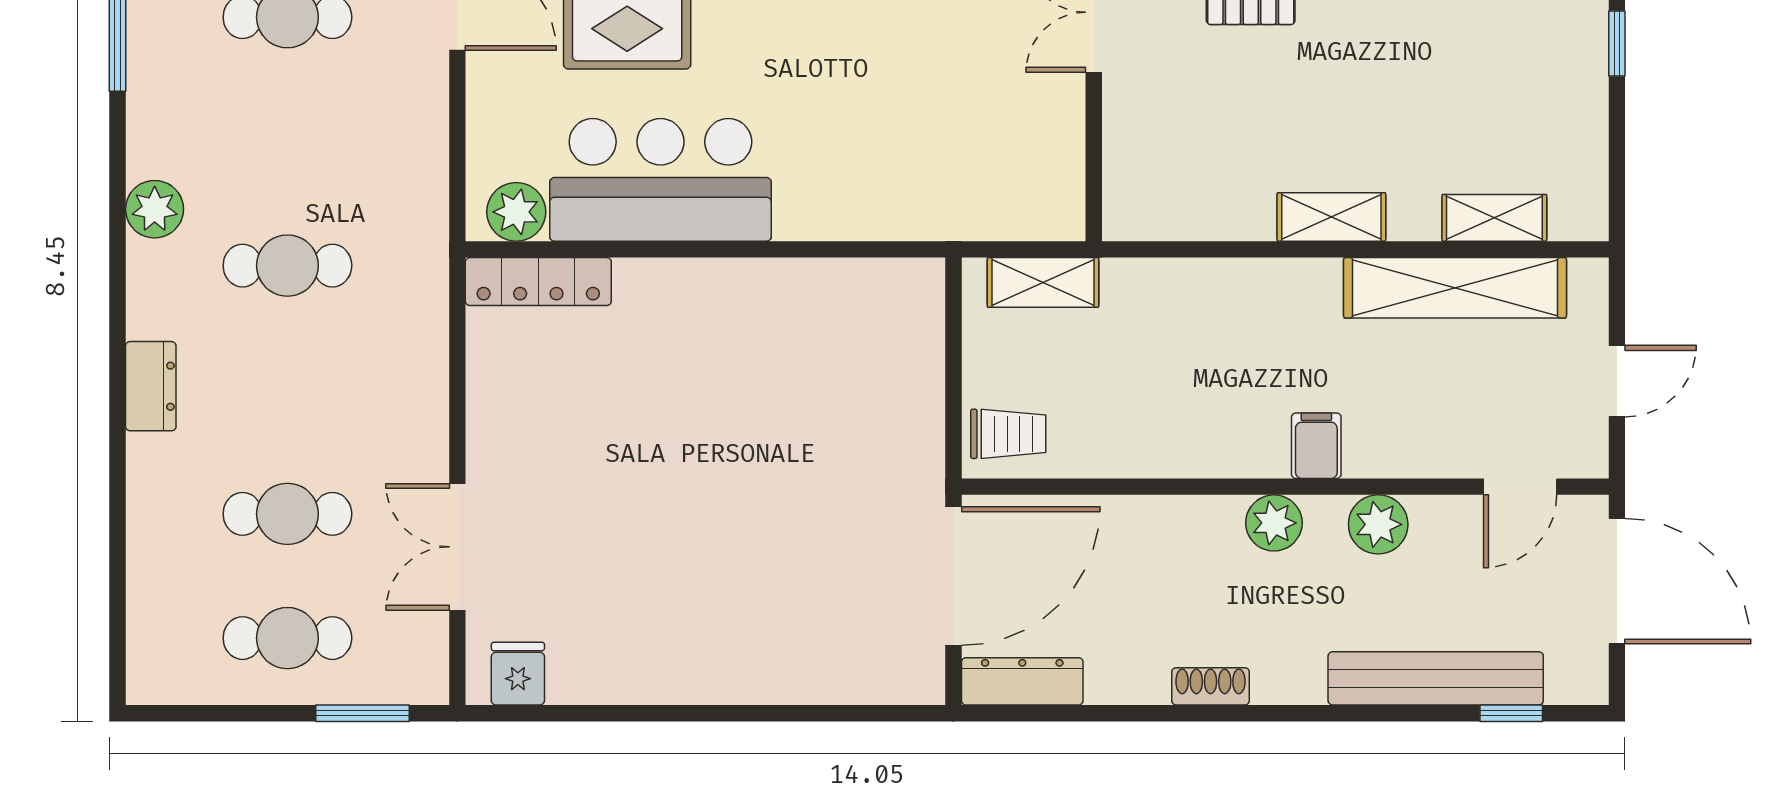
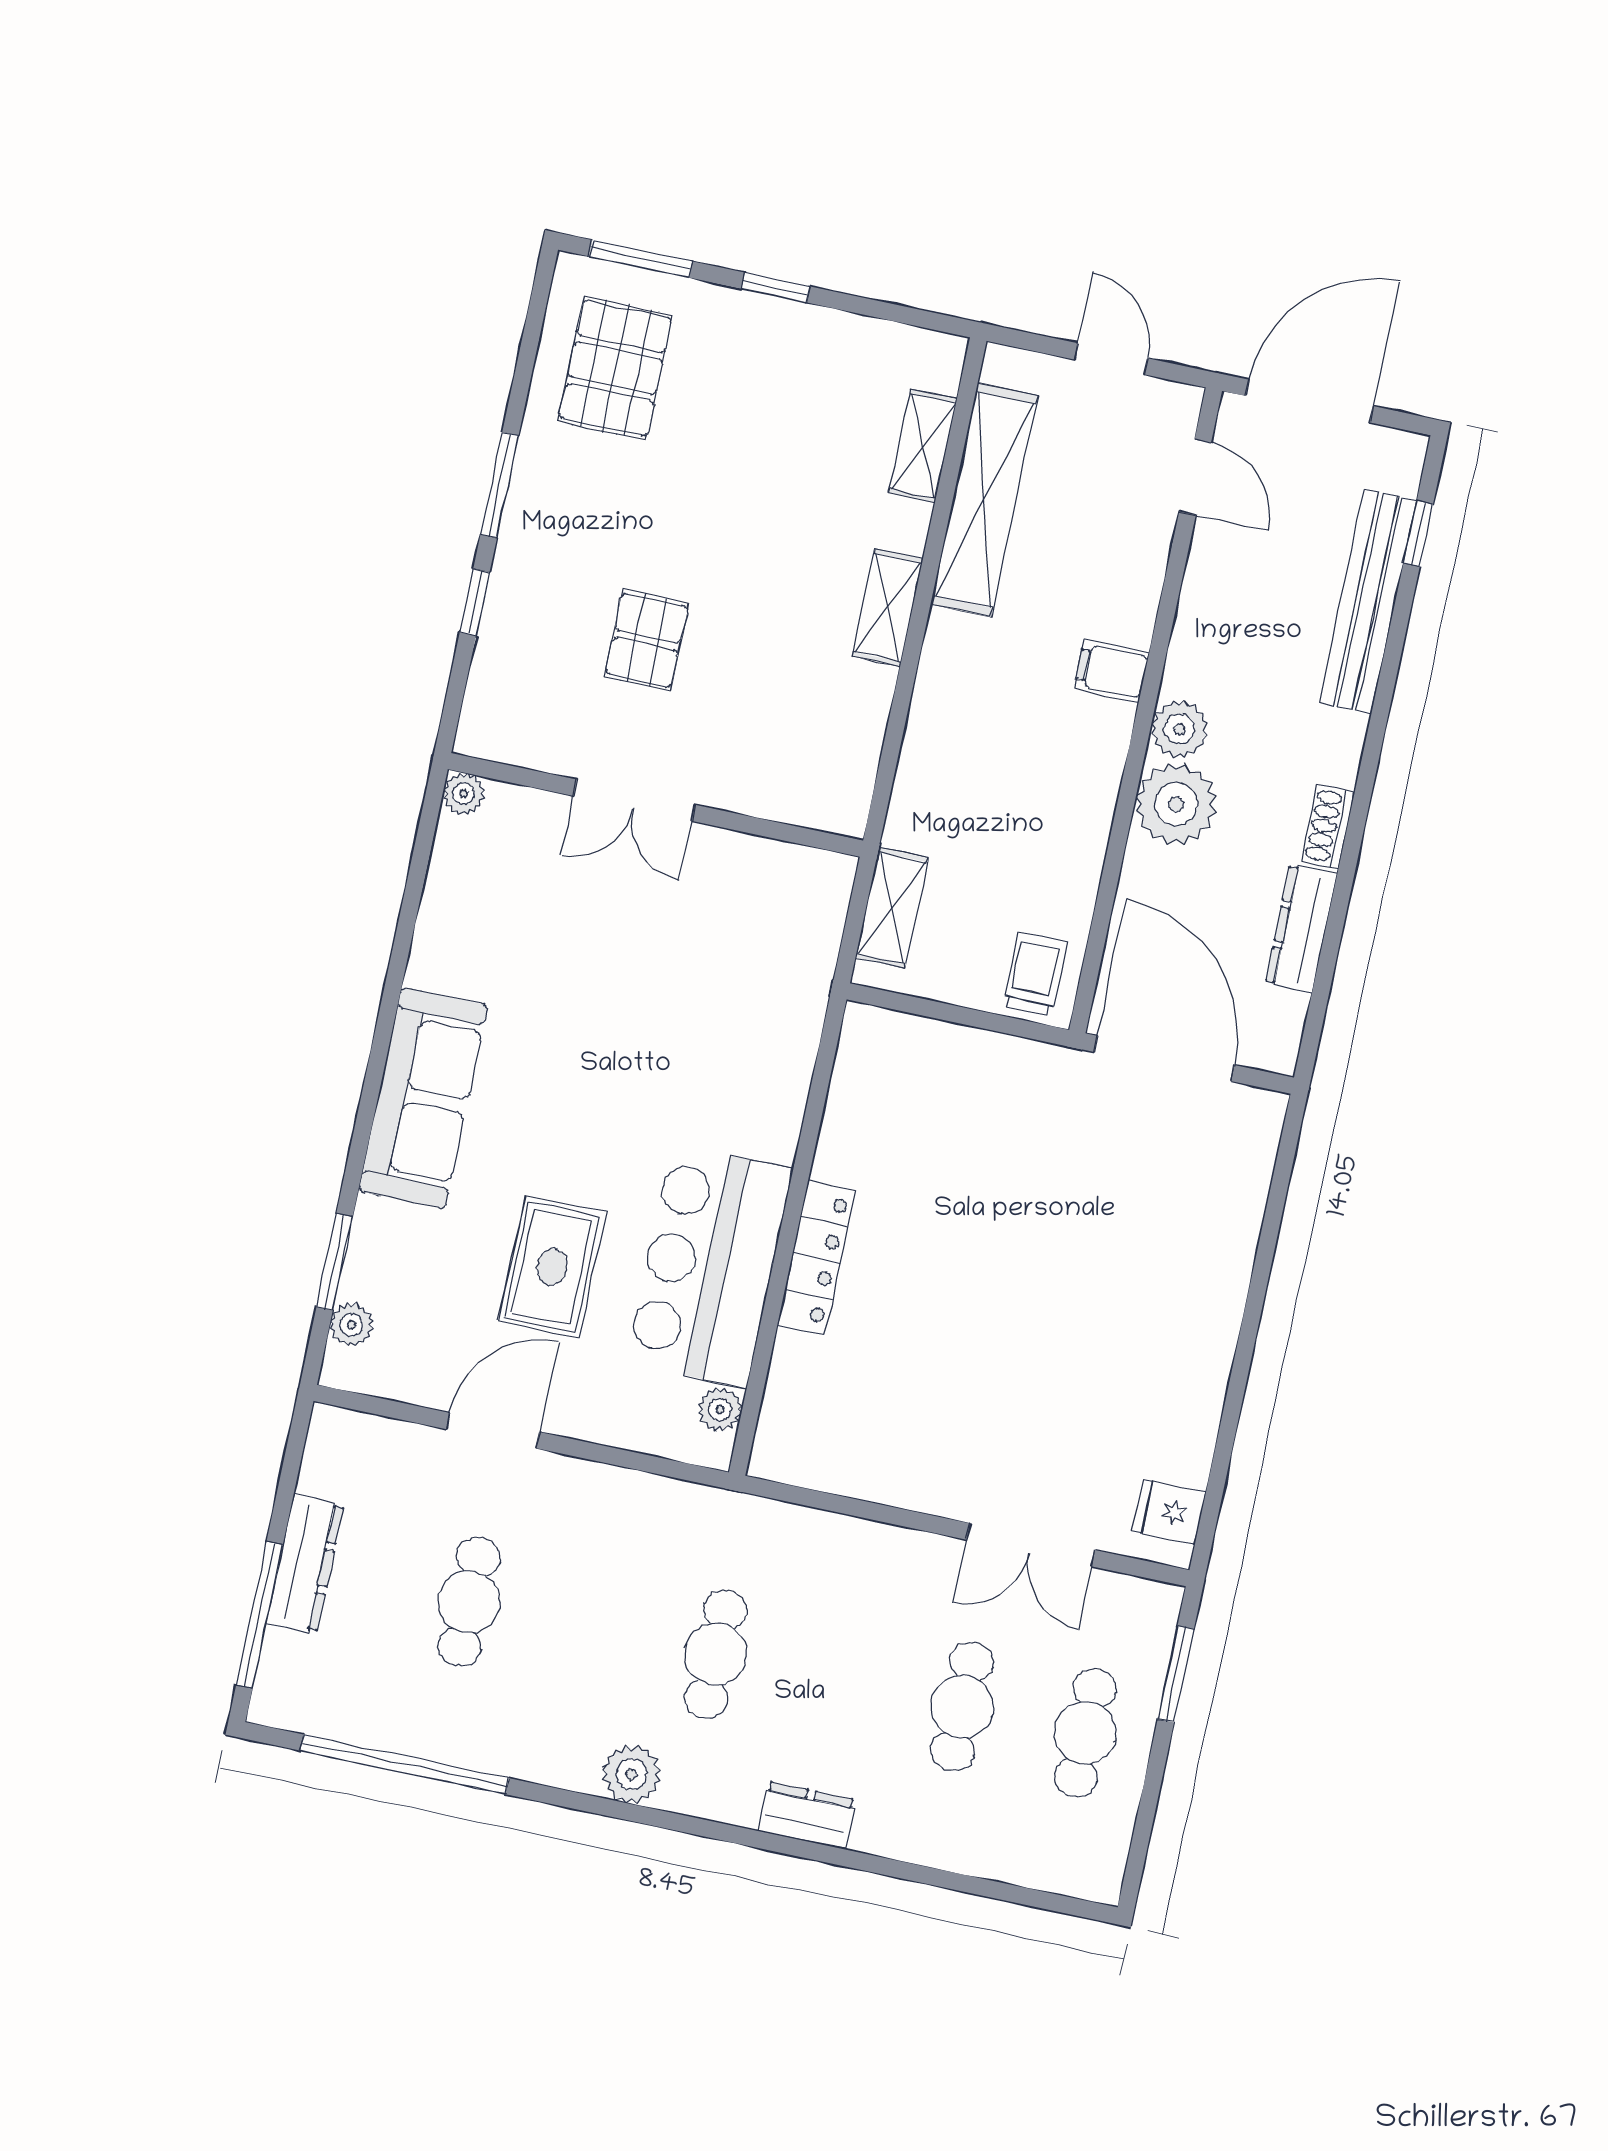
plant: (516, 212) -> (720, 1409), width x0.73, depth x0.73
locker: (538, 282) -> (816, 1258), moved
plant: (1378, 524) -> (1176, 804), moved, width x1.36, depth x1.36
dresser: (1022, 681) -> (1301, 928), moved

